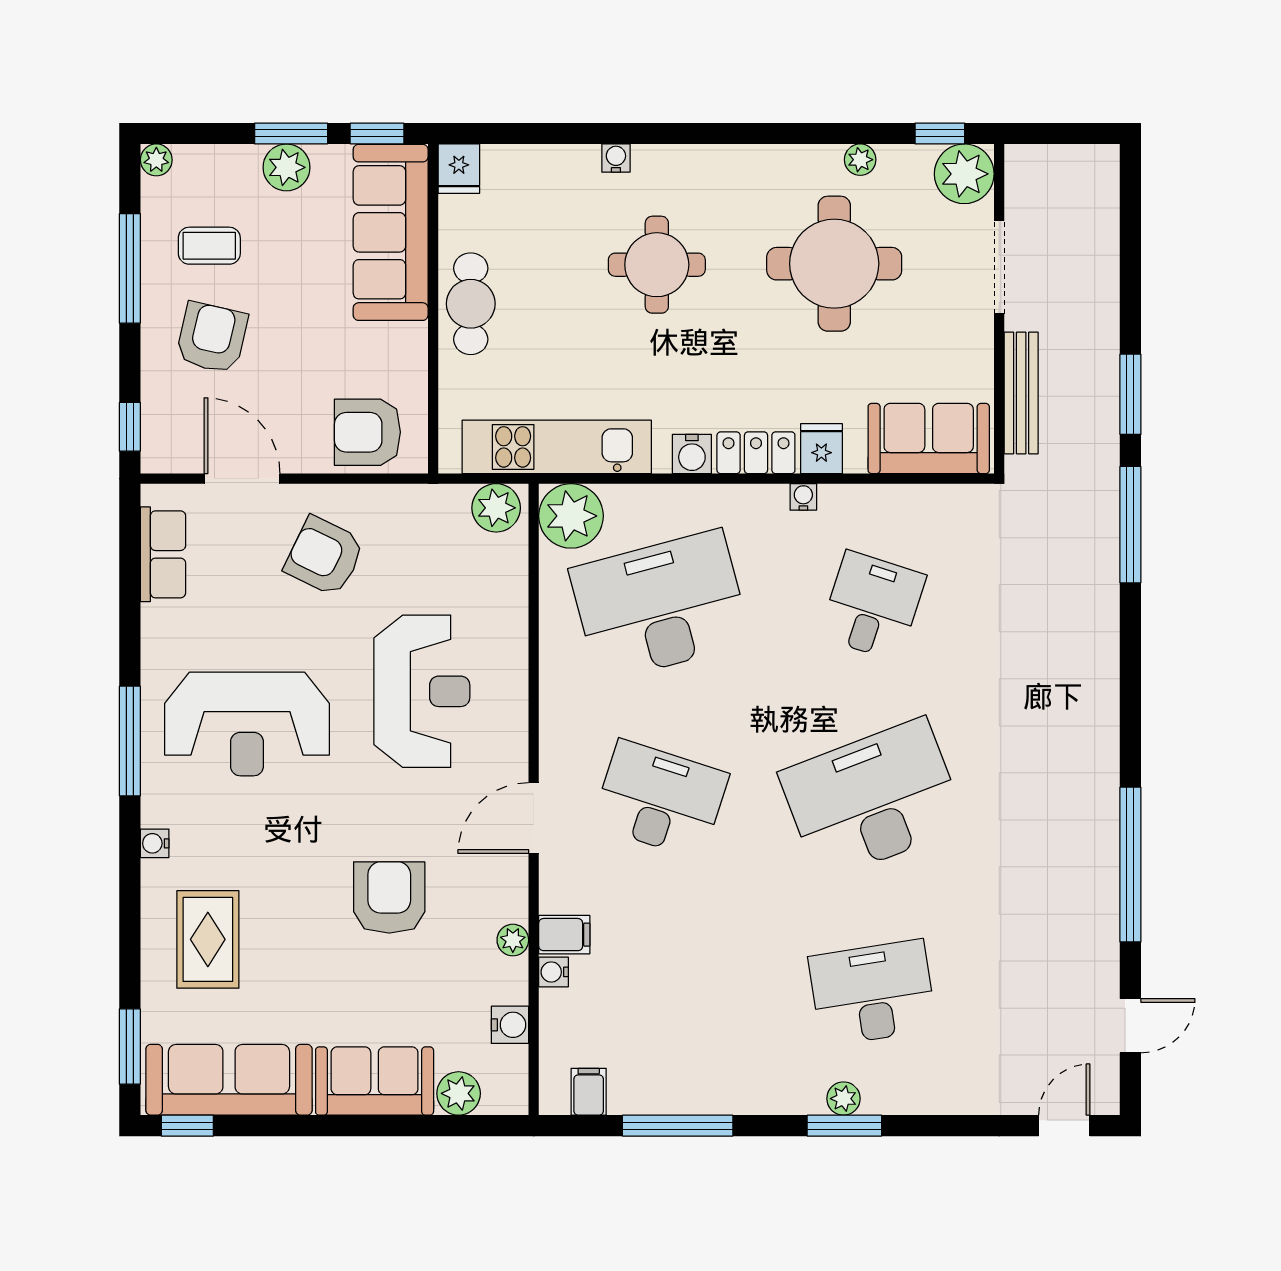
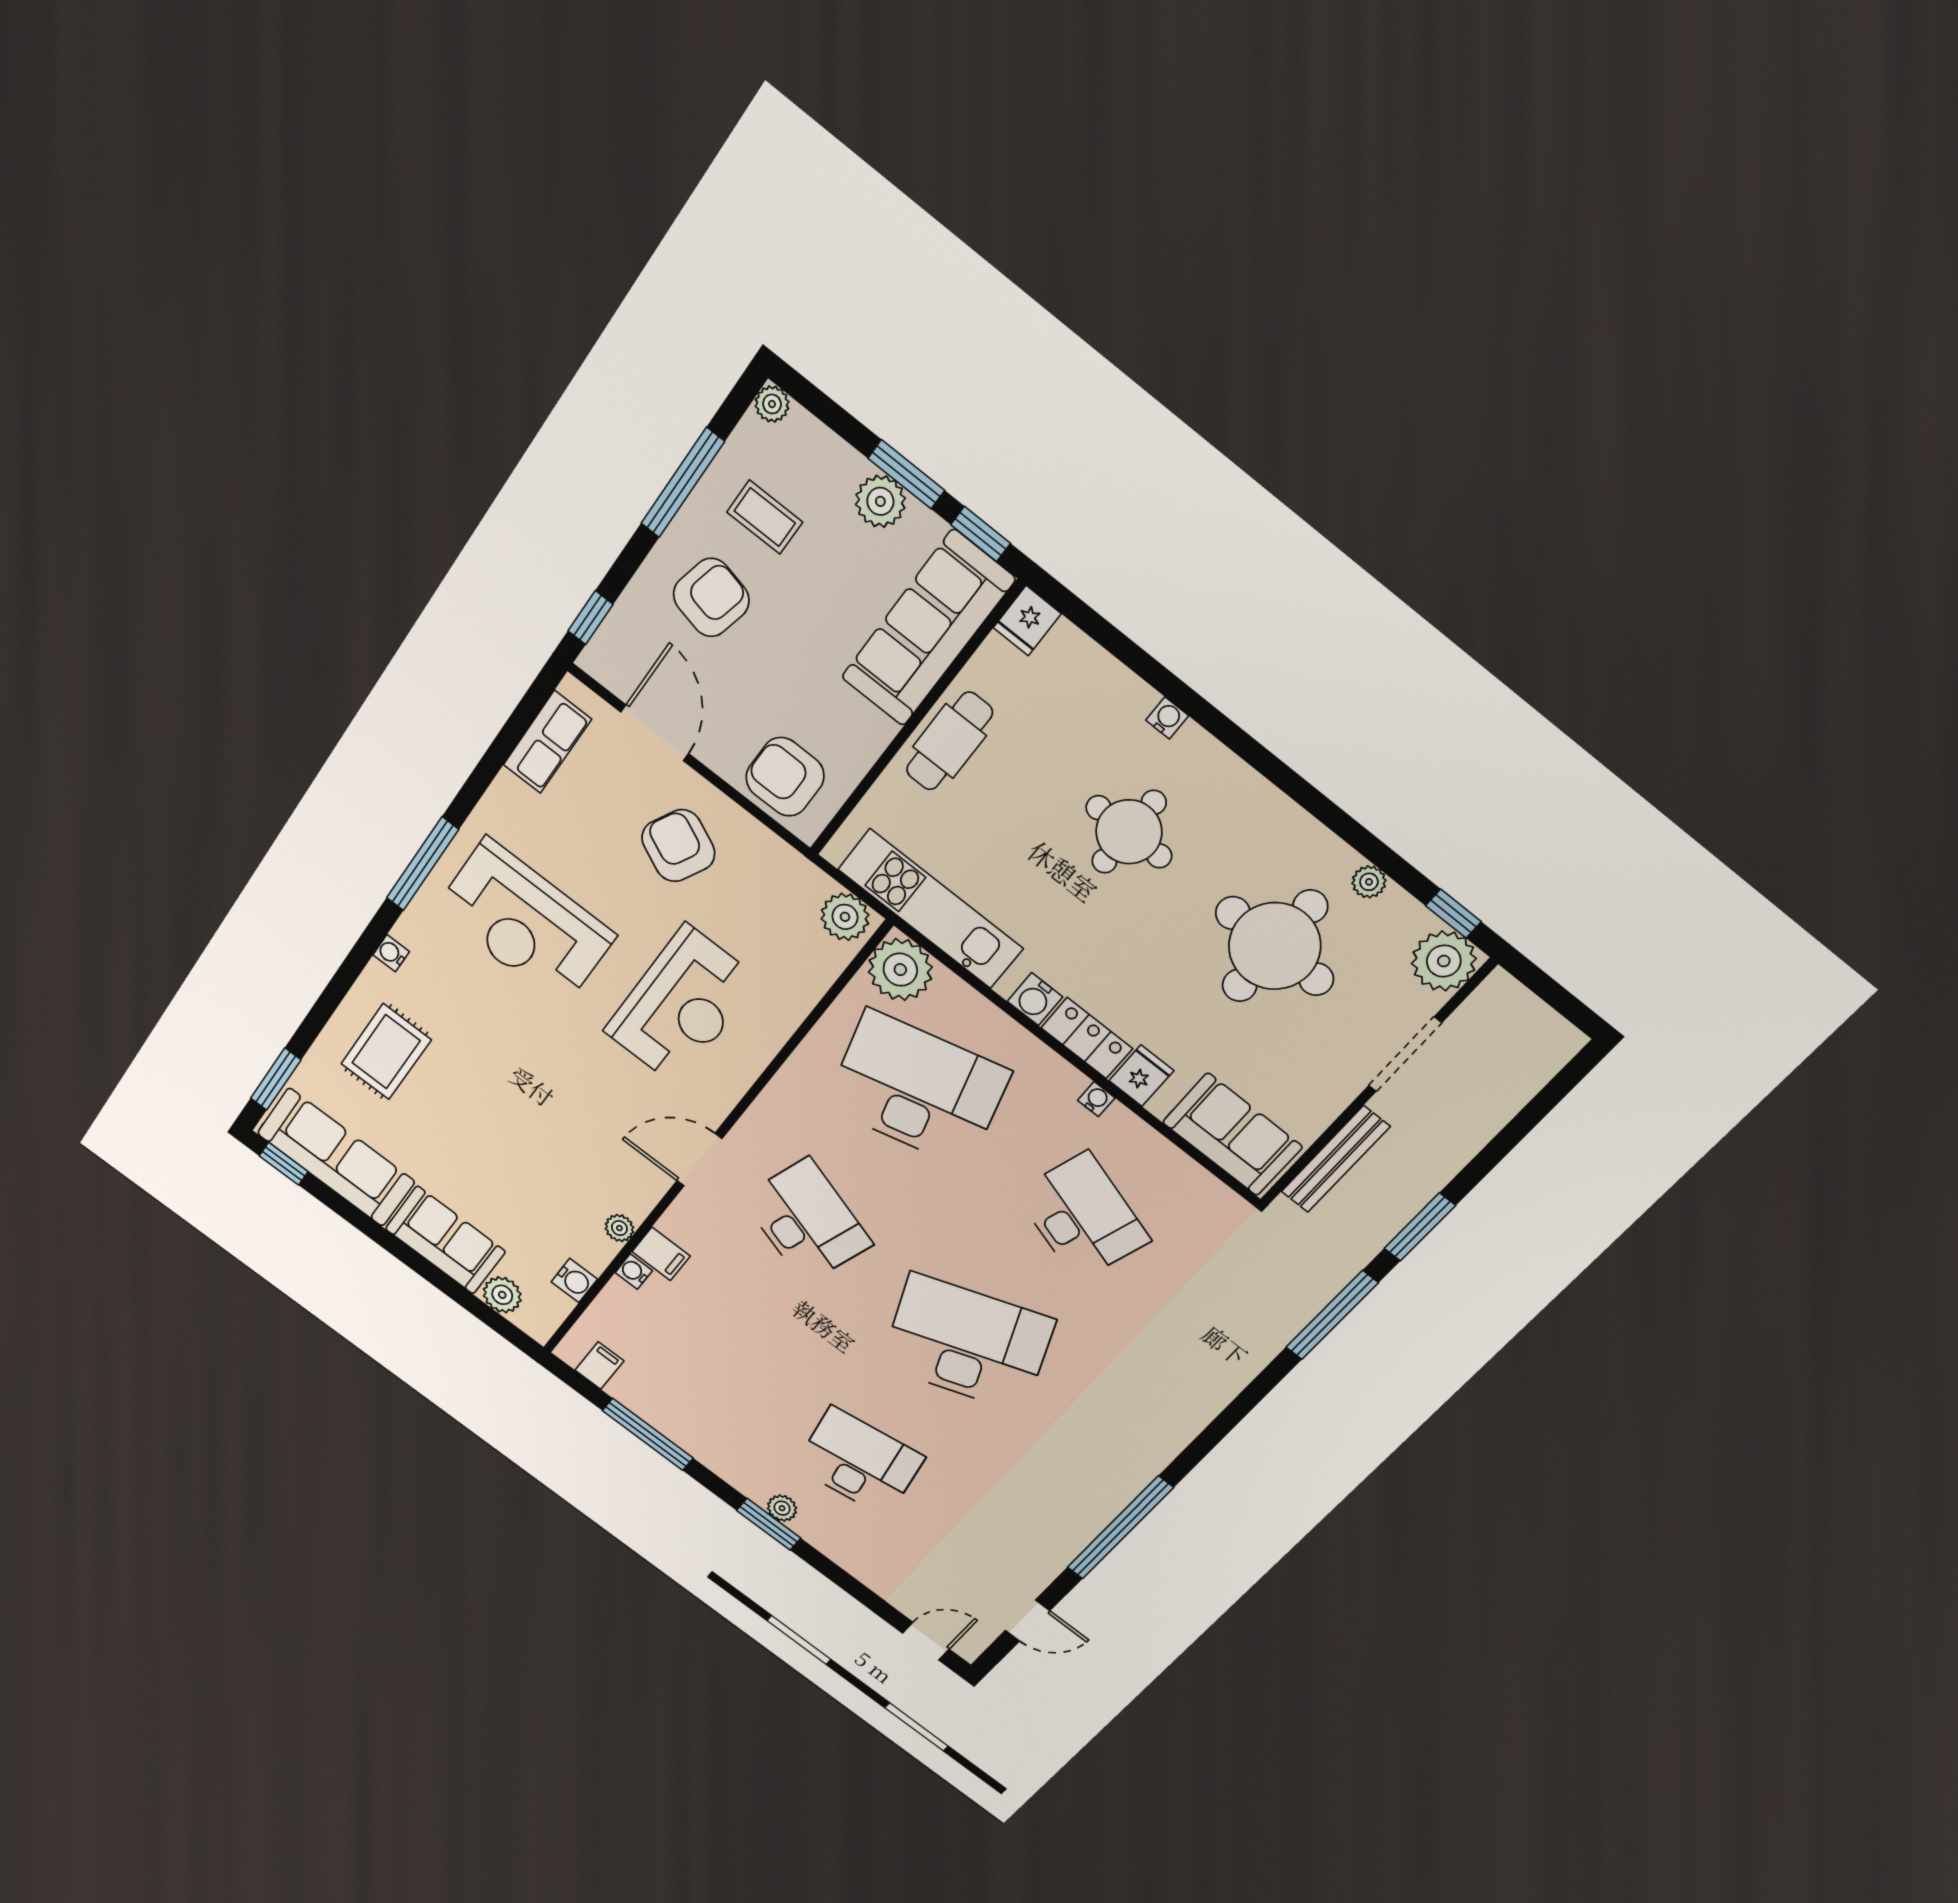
desk: (873, 606) -> (1082, 1216), width x1.37
armchair: (389, 897) -> (547, 1129), removed

